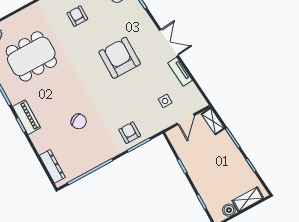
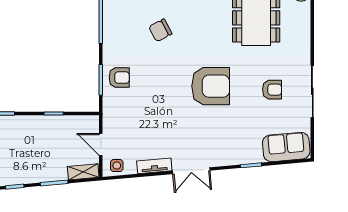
armchair: (120, 58) -> (211, 86), moved
side table: (165, 101) -> (117, 166), moved

